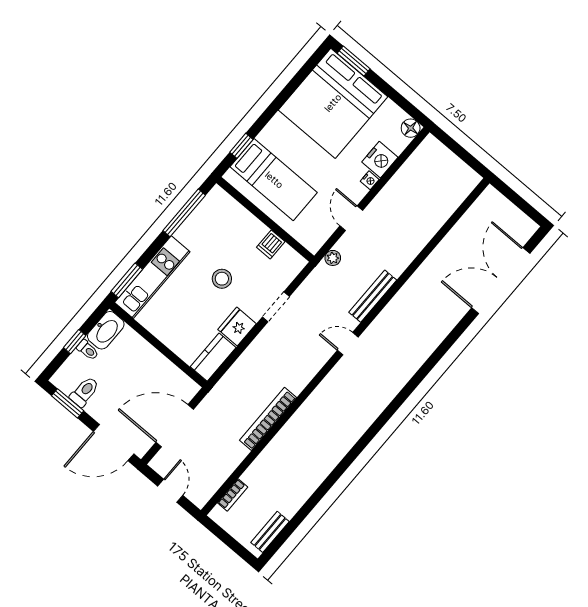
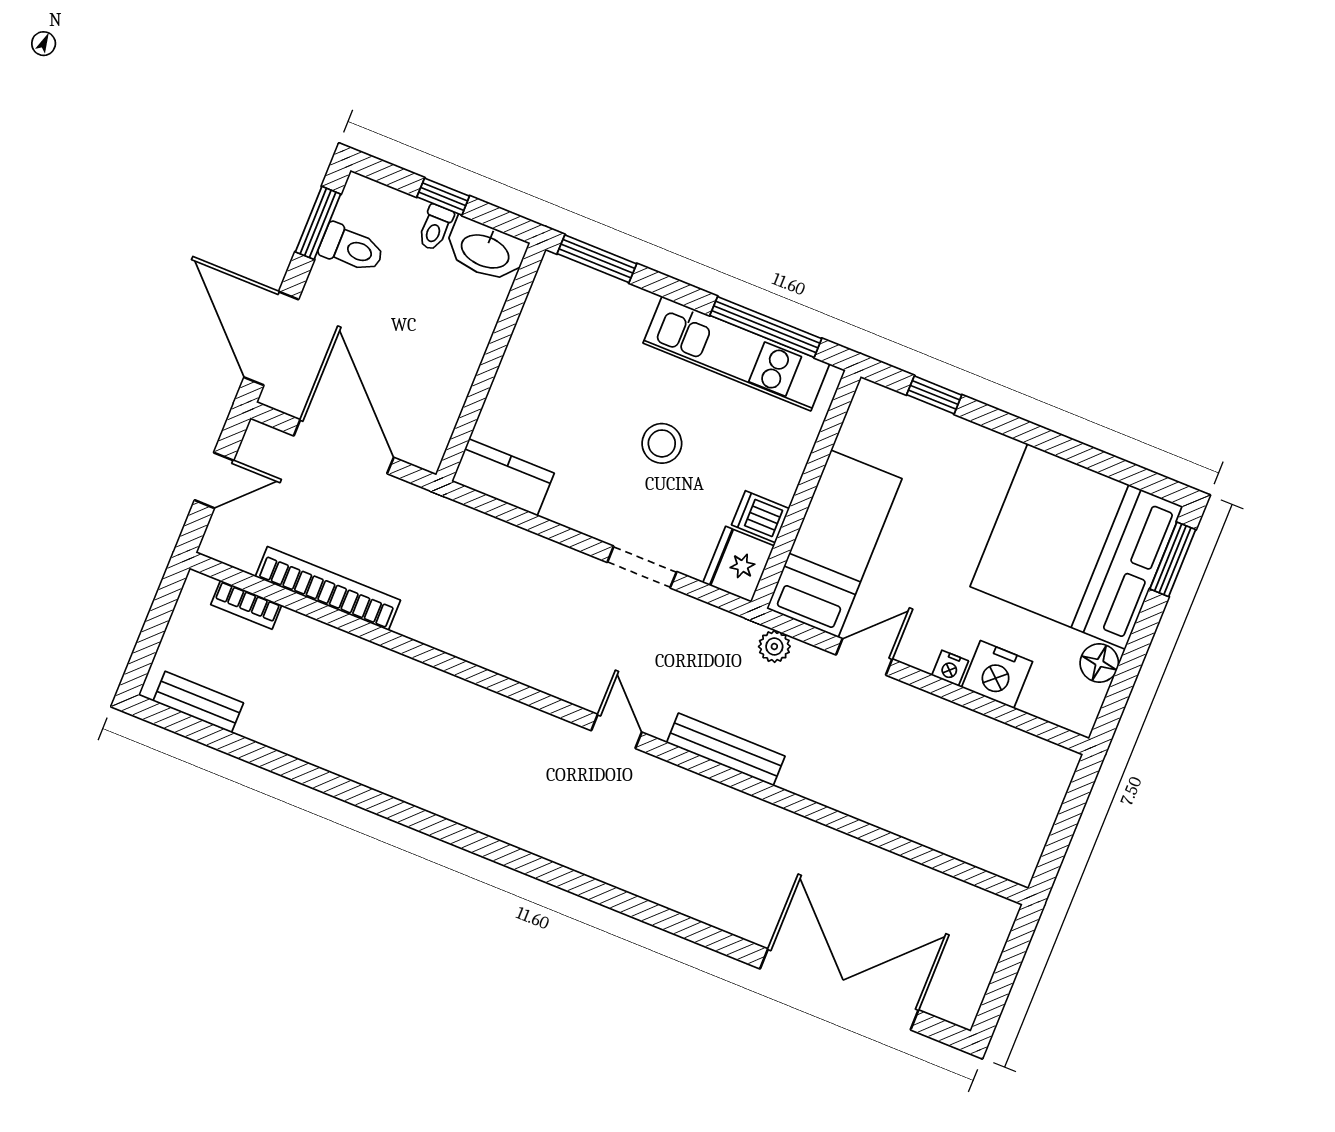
floor lamp: (411, 128) -> (1099, 663), moved
bed: (274, 180) -> (834, 544), moved, turned 180
kitchen unit: (152, 277) -> (736, 353), moved
fridge: (237, 327) -> (739, 564), moved, turned -90
bookcase: (268, 419) -> (328, 588), moved

